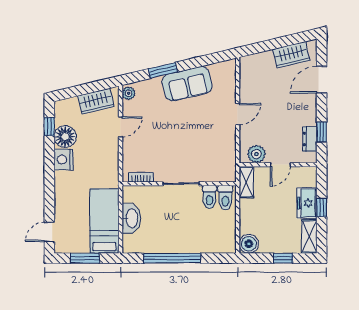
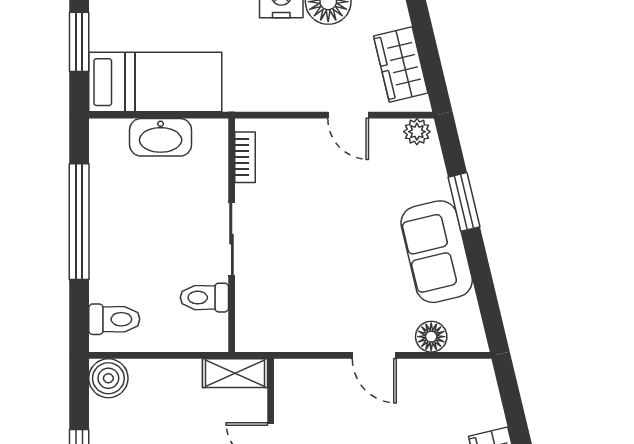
floor lamp: (229, 86) -> (431, 337), added
plant: (256, 154) -> (292, 394), removed
toilet: (225, 198) -> (114, 319), moved, turned 180

